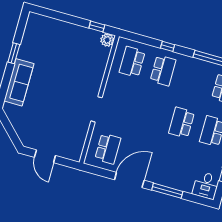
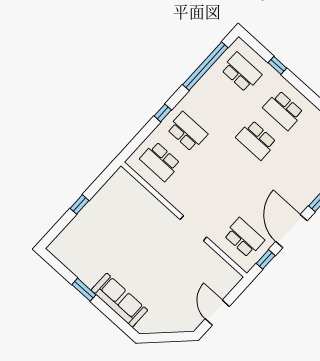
window: (97, 27) -> (80, 204), moved
plant: (107, 40) -> (122, 177), removed
door: (45, 156) -> (217, 313), swing flipped
window: (100, 172) -> (266, 259), added

